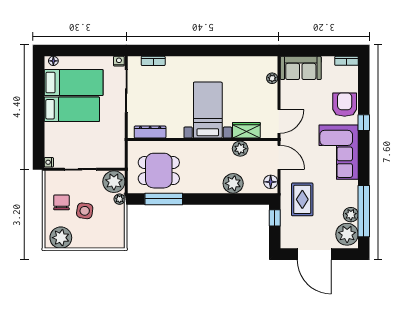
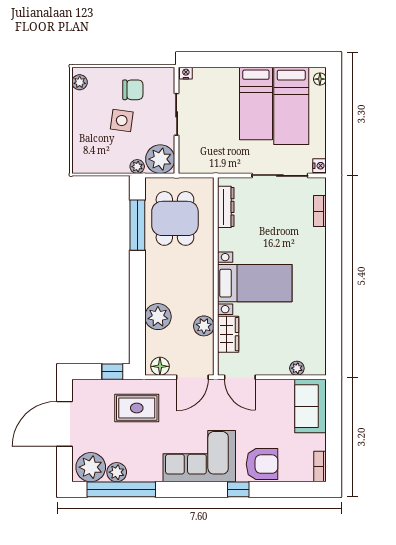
plant: (61, 238) -> (80, 82), width x0.53, depth x0.53

